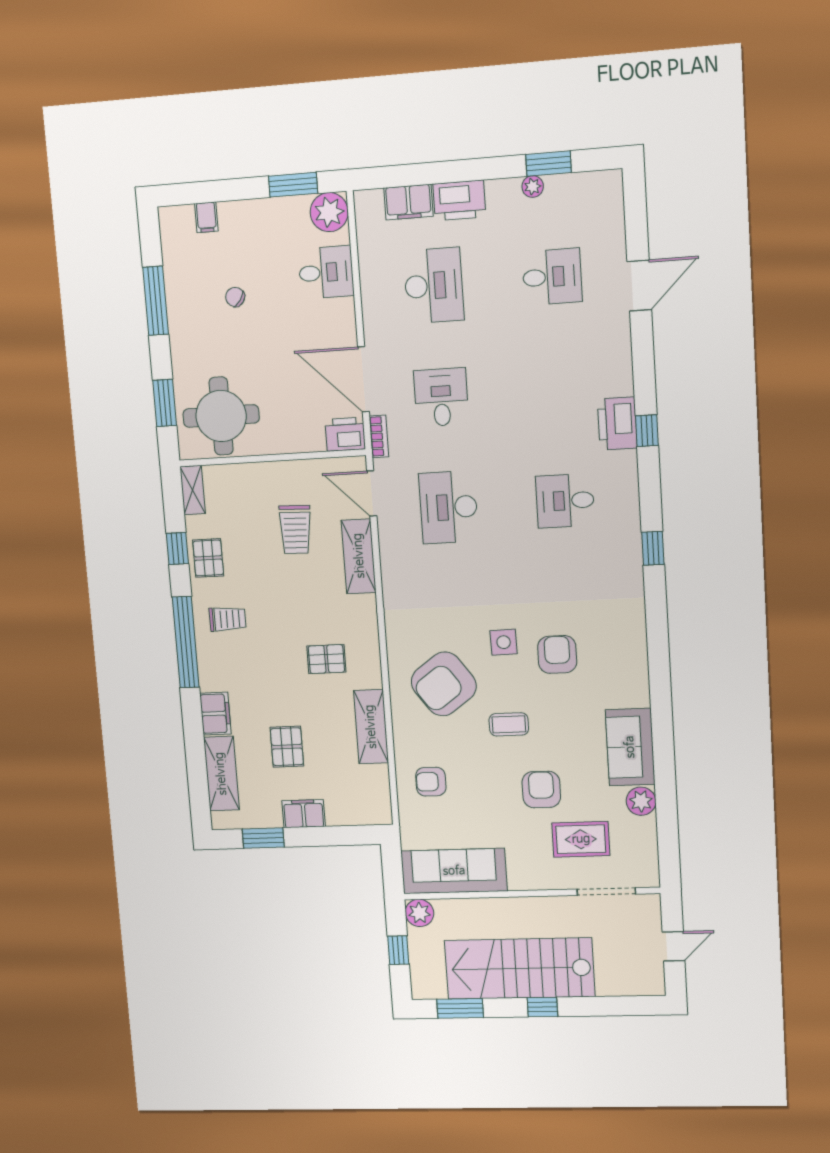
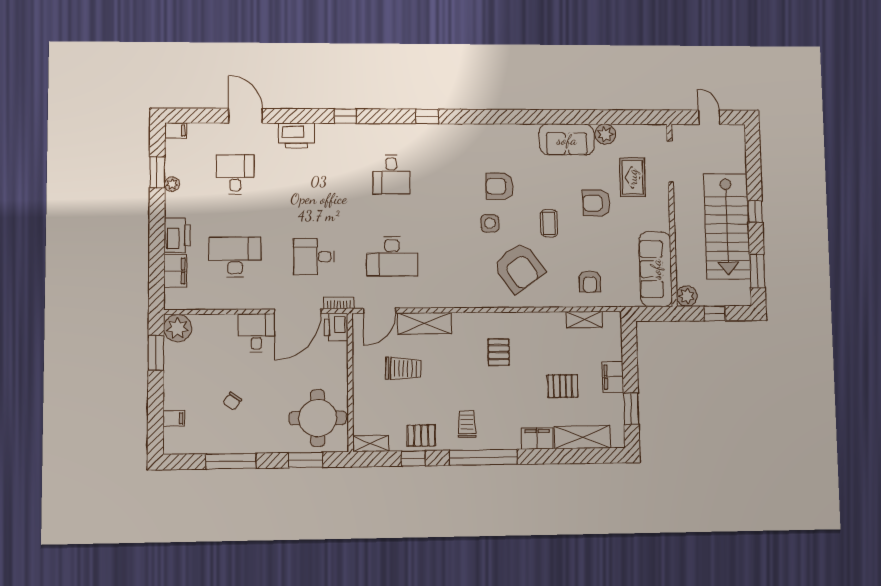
filing cabinet: (612, 185) -> (176, 131), added
desk: (326, 272) -> (256, 333), moved
printer: (617, 424) -> (296, 136), moved
shelving: (371, 727) -> (585, 320), moved, width x0.67, depth x0.75

